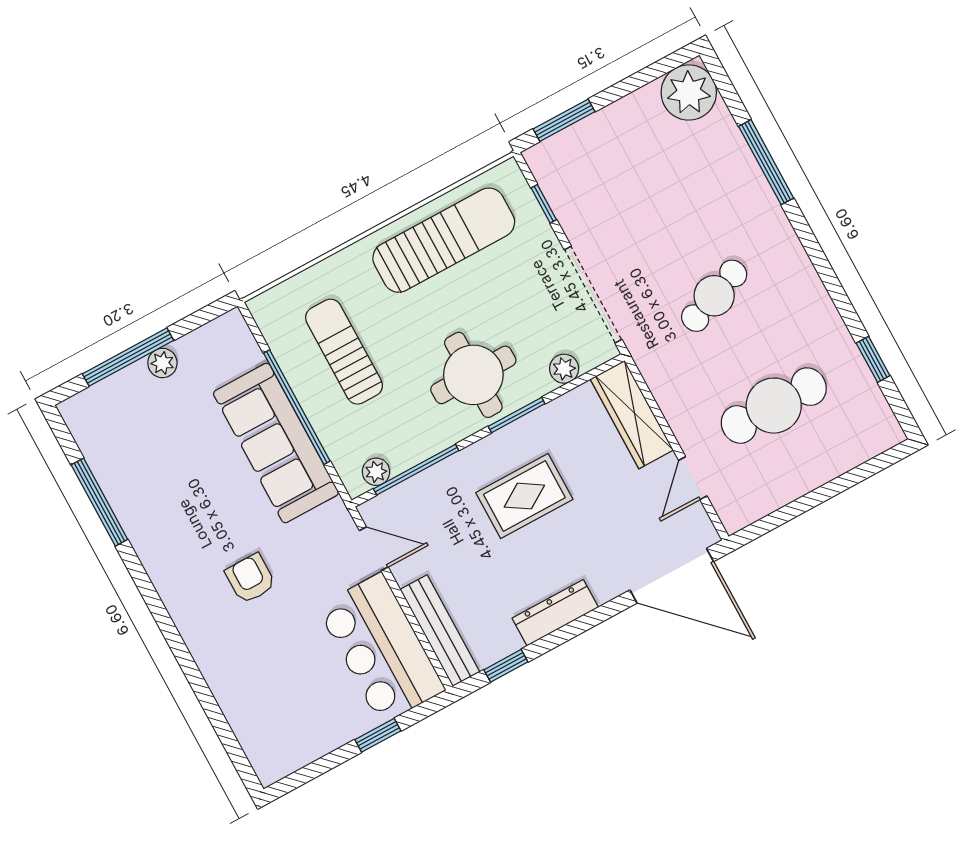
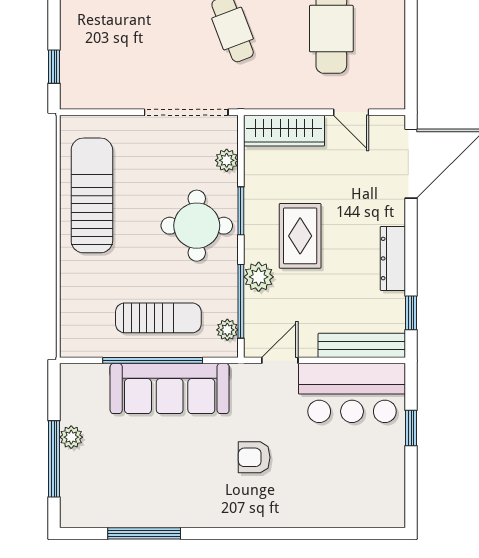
window: (564, 120) -> (54, 67), width x0.67
window: (544, 204) -> (104, 112), removed
sun lounger: (344, 352) -> (158, 318), moved, turned 180
plant: (454, 475) -> (259, 277), added

